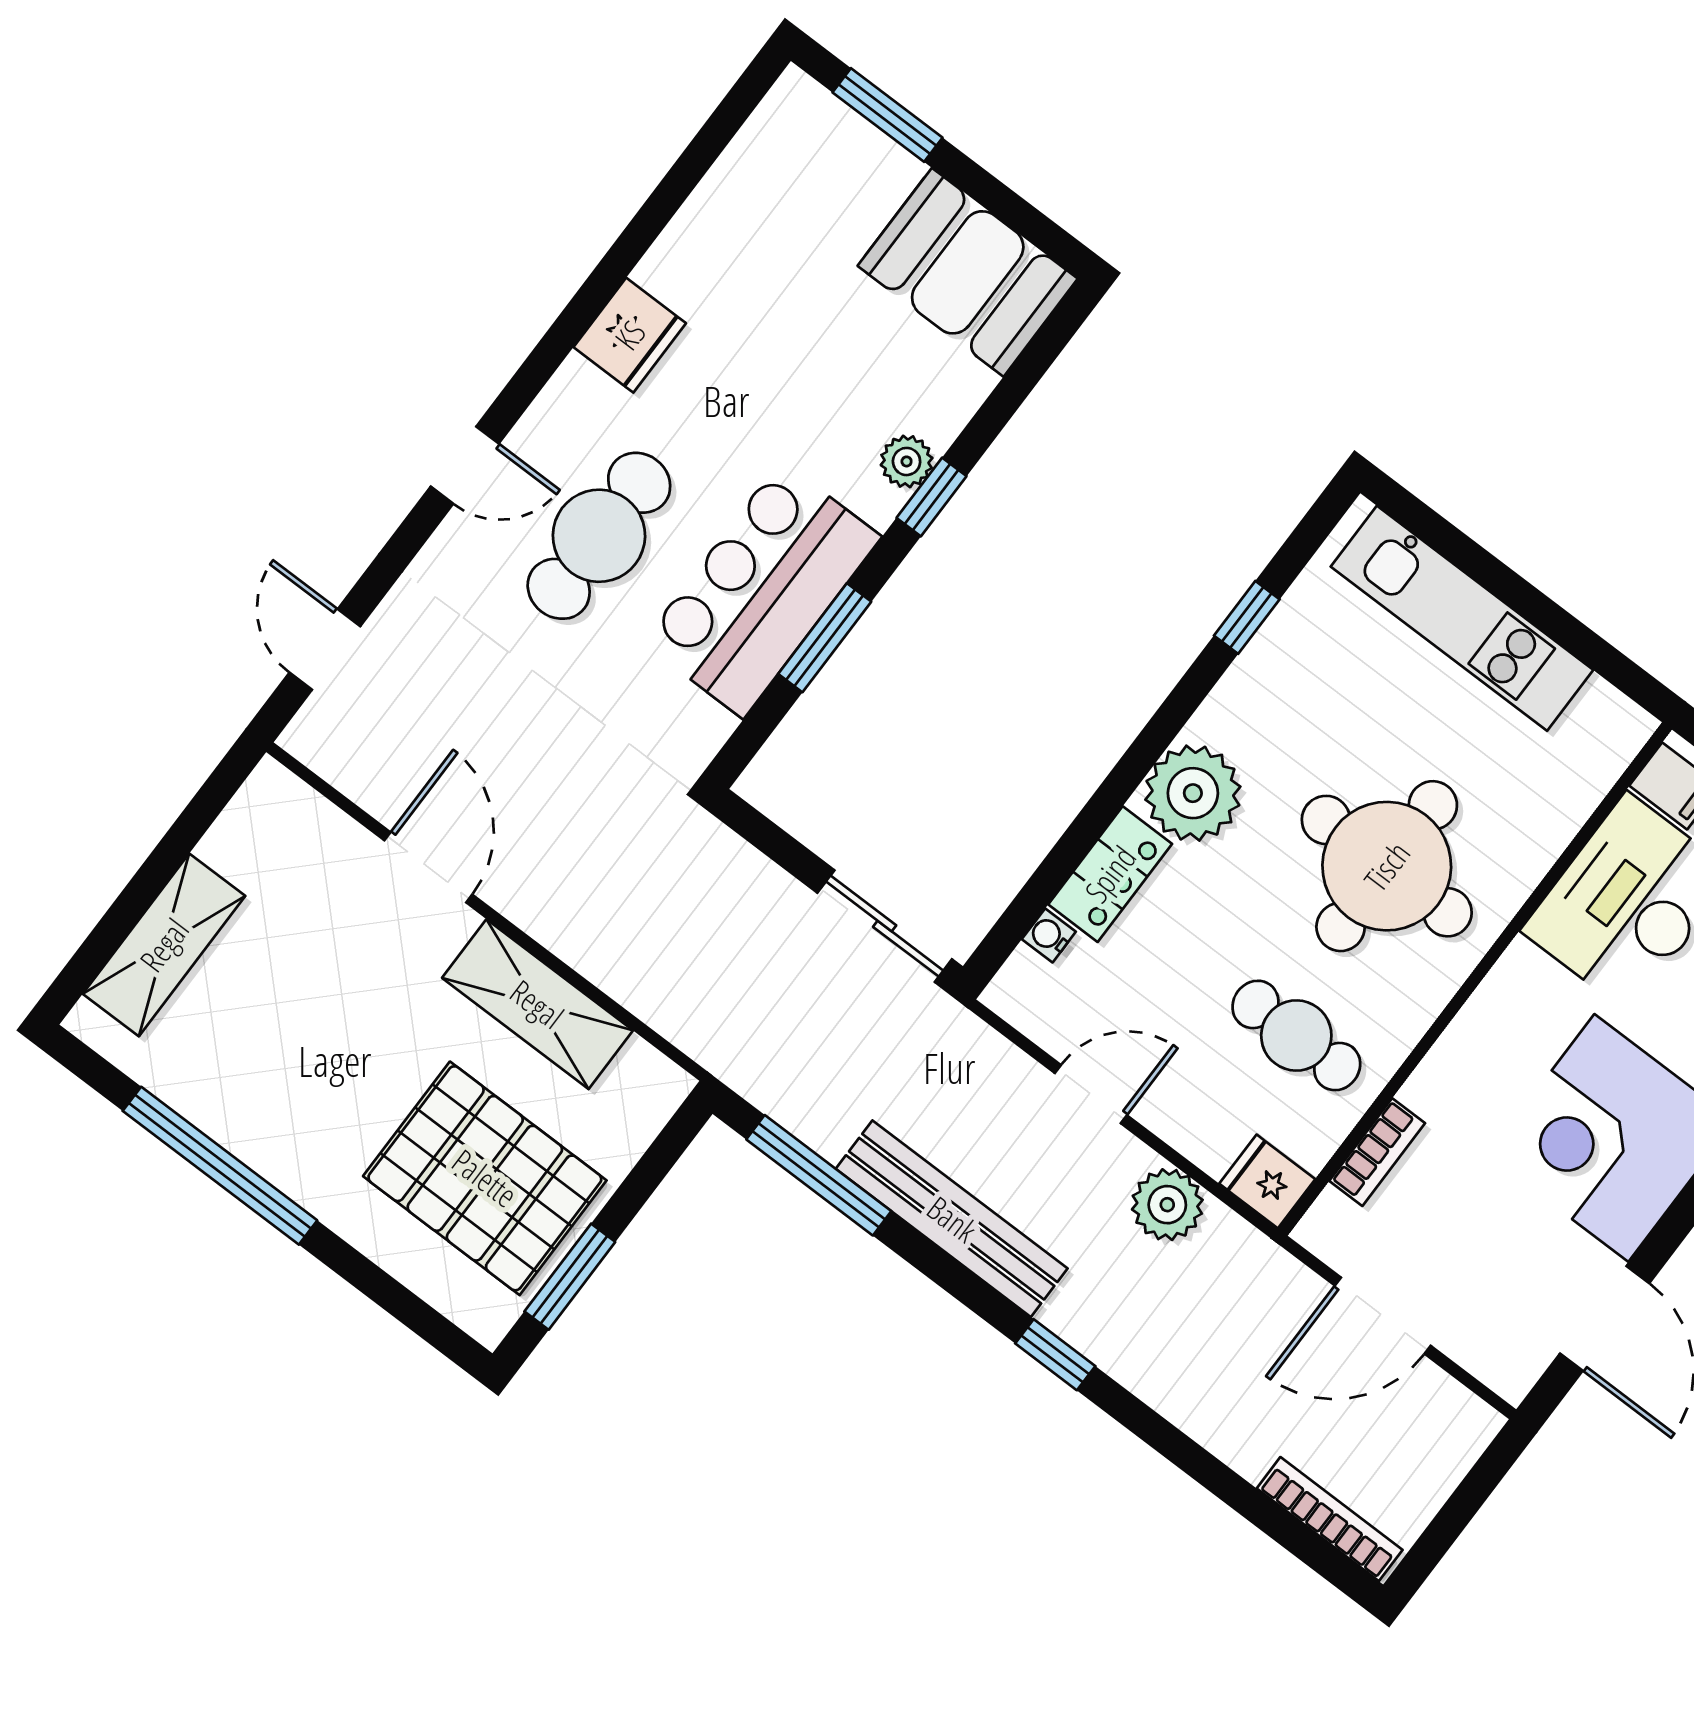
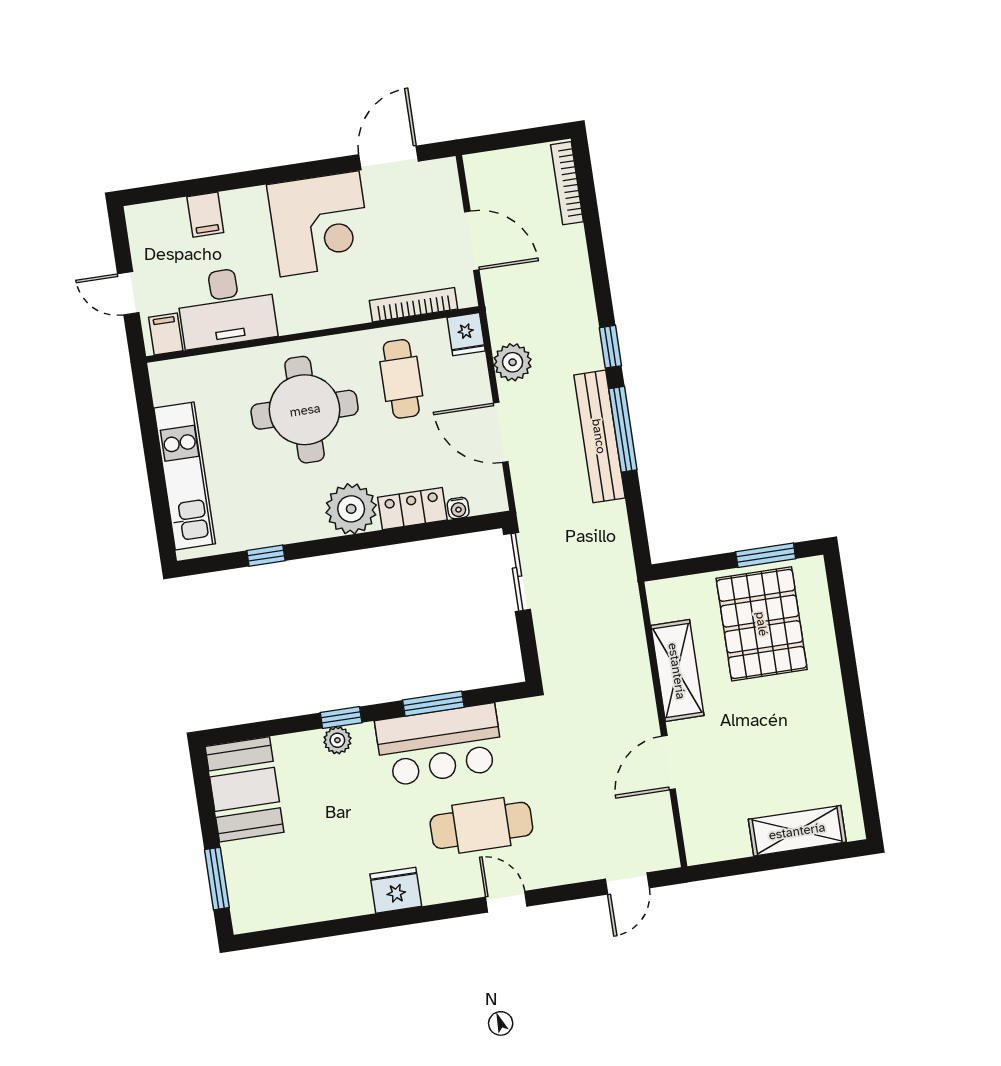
door: (1091, 1094) -> (501, 432), width x1.38
bookcase: (1377, 1152) -> (414, 305), width x1.56
window: (220, 1166) -> (857, 726), removed
window: (819, 1175) -> (623, 429), moved

